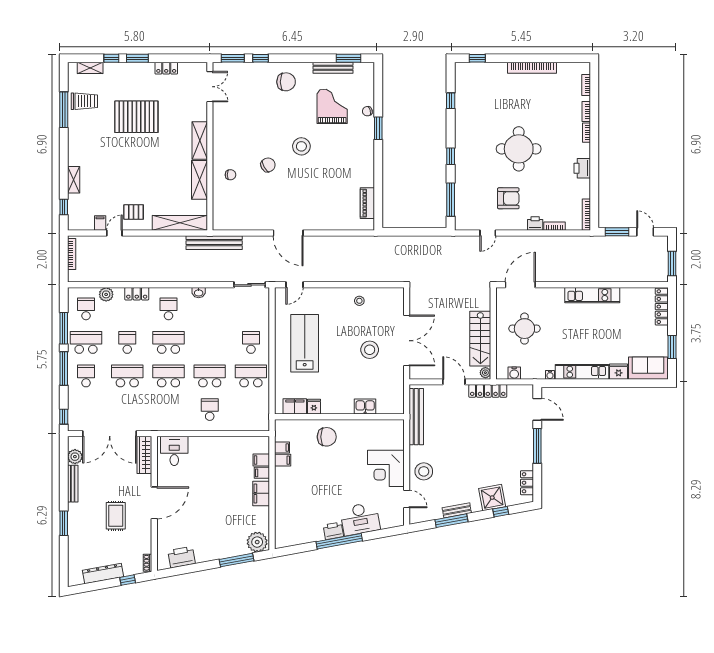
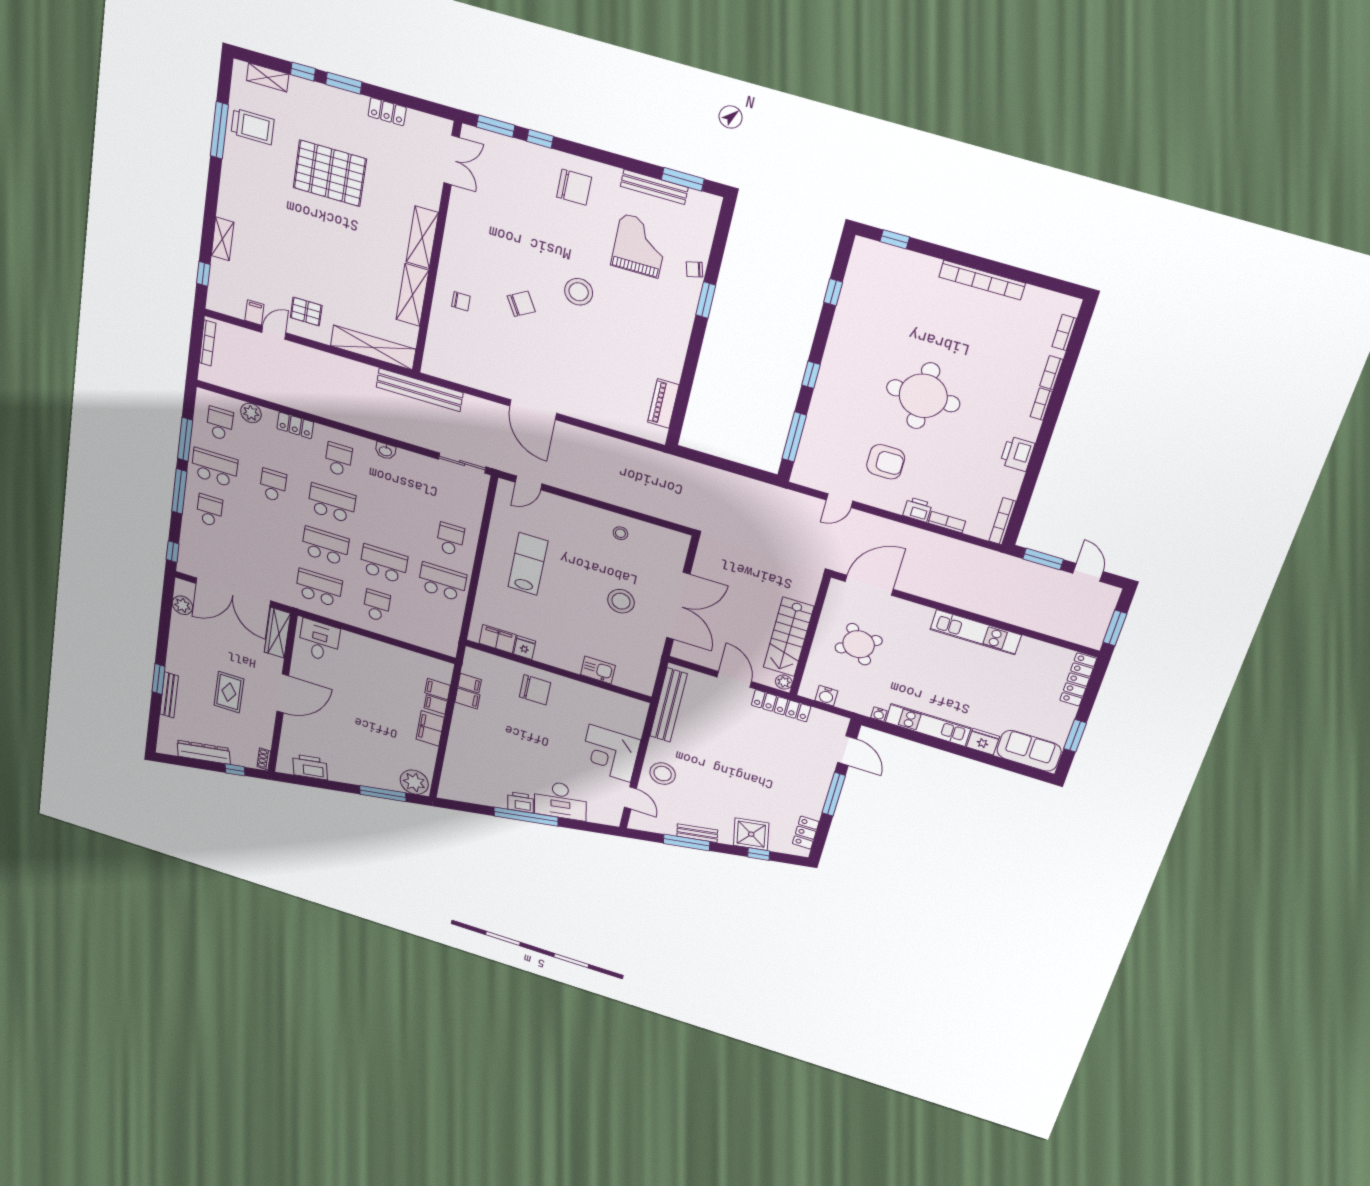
round table: (524, 329) -> (859, 644), turned -33
lab bench: (305, 343) -> (528, 564), width x0.73, depth x0.72
school desk: (127, 376) -> (319, 588), moved
bench: (73, 484) -> (169, 695), moved

